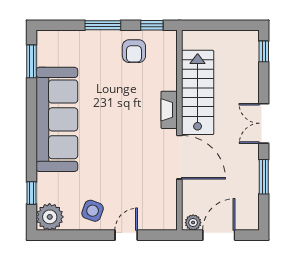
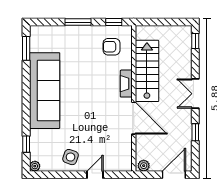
armchair: (134, 51) -> (112, 47), moved, turned 90
window: (264, 177) -> (195, 132), width x0.67
plant: (50, 217) -> (35, 166), width x0.53, depth x0.53
door: (219, 235) -> (174, 175), moved

